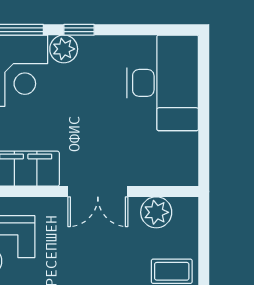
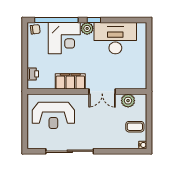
desk: (163, 83) -> (115, 38), moved, turned -90

